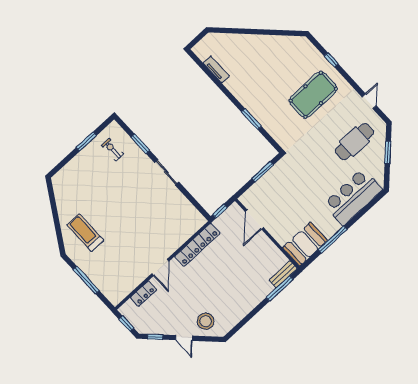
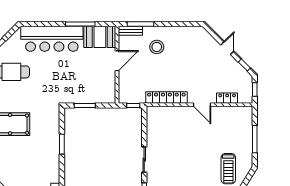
bar counter: (353, 197) -> (52, 39), width x1.36
door: (254, 220) -> (117, 61), moved
door: (160, 268) -> (202, 105), swing flipped
stool: (206, 321) -> (157, 47), moved

